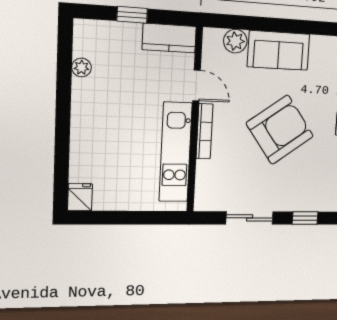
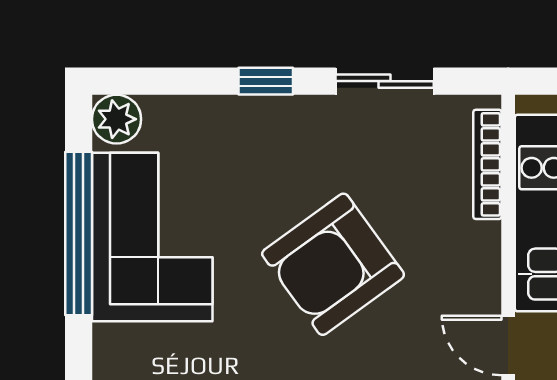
bookcase: (205, 131) -> (487, 164), moved

